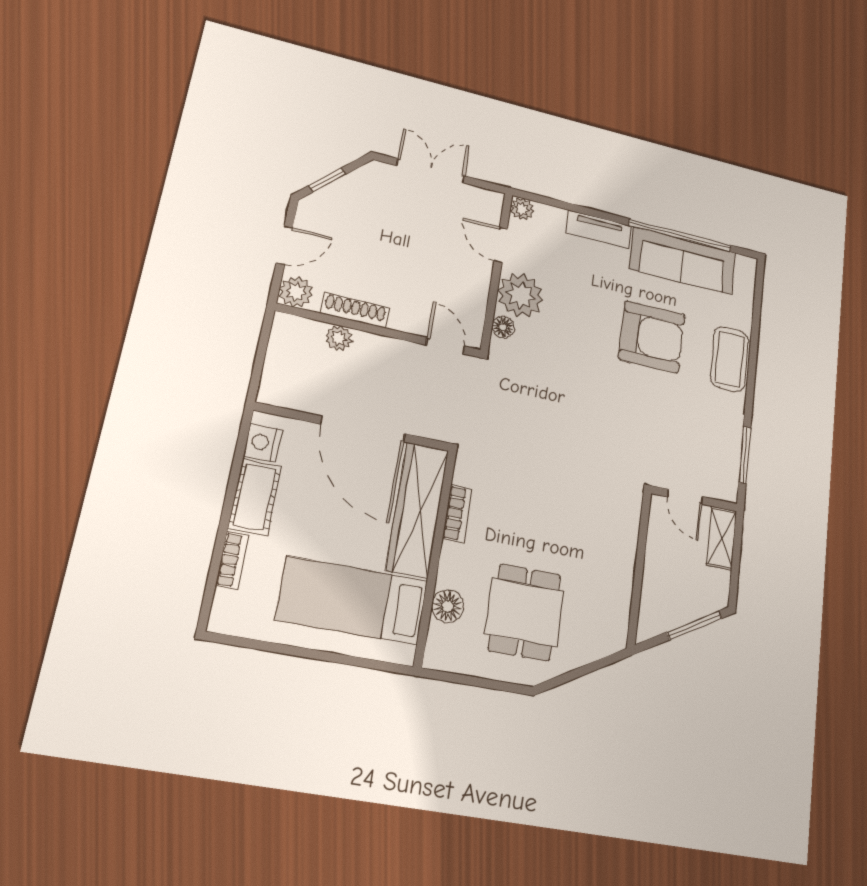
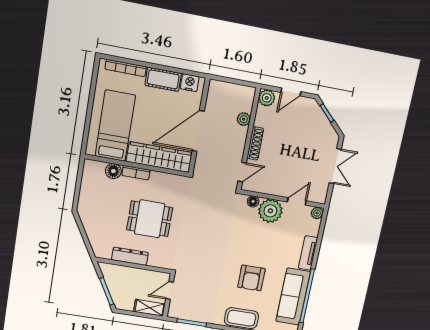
door: (285, 245) -> (291, 92), hinge flipped
shoe rack: (355, 311) -> (255, 143), moved
armchair: (652, 337) -> (251, 278), width x0.73, depth x0.73
bookcase: (457, 514) -> (136, 173), moved
bookcase: (232, 560) -> (126, 68), width x1.56
dresser: (621, 575) -> (130, 256), added
dining table: (524, 612) -> (150, 219), moved

